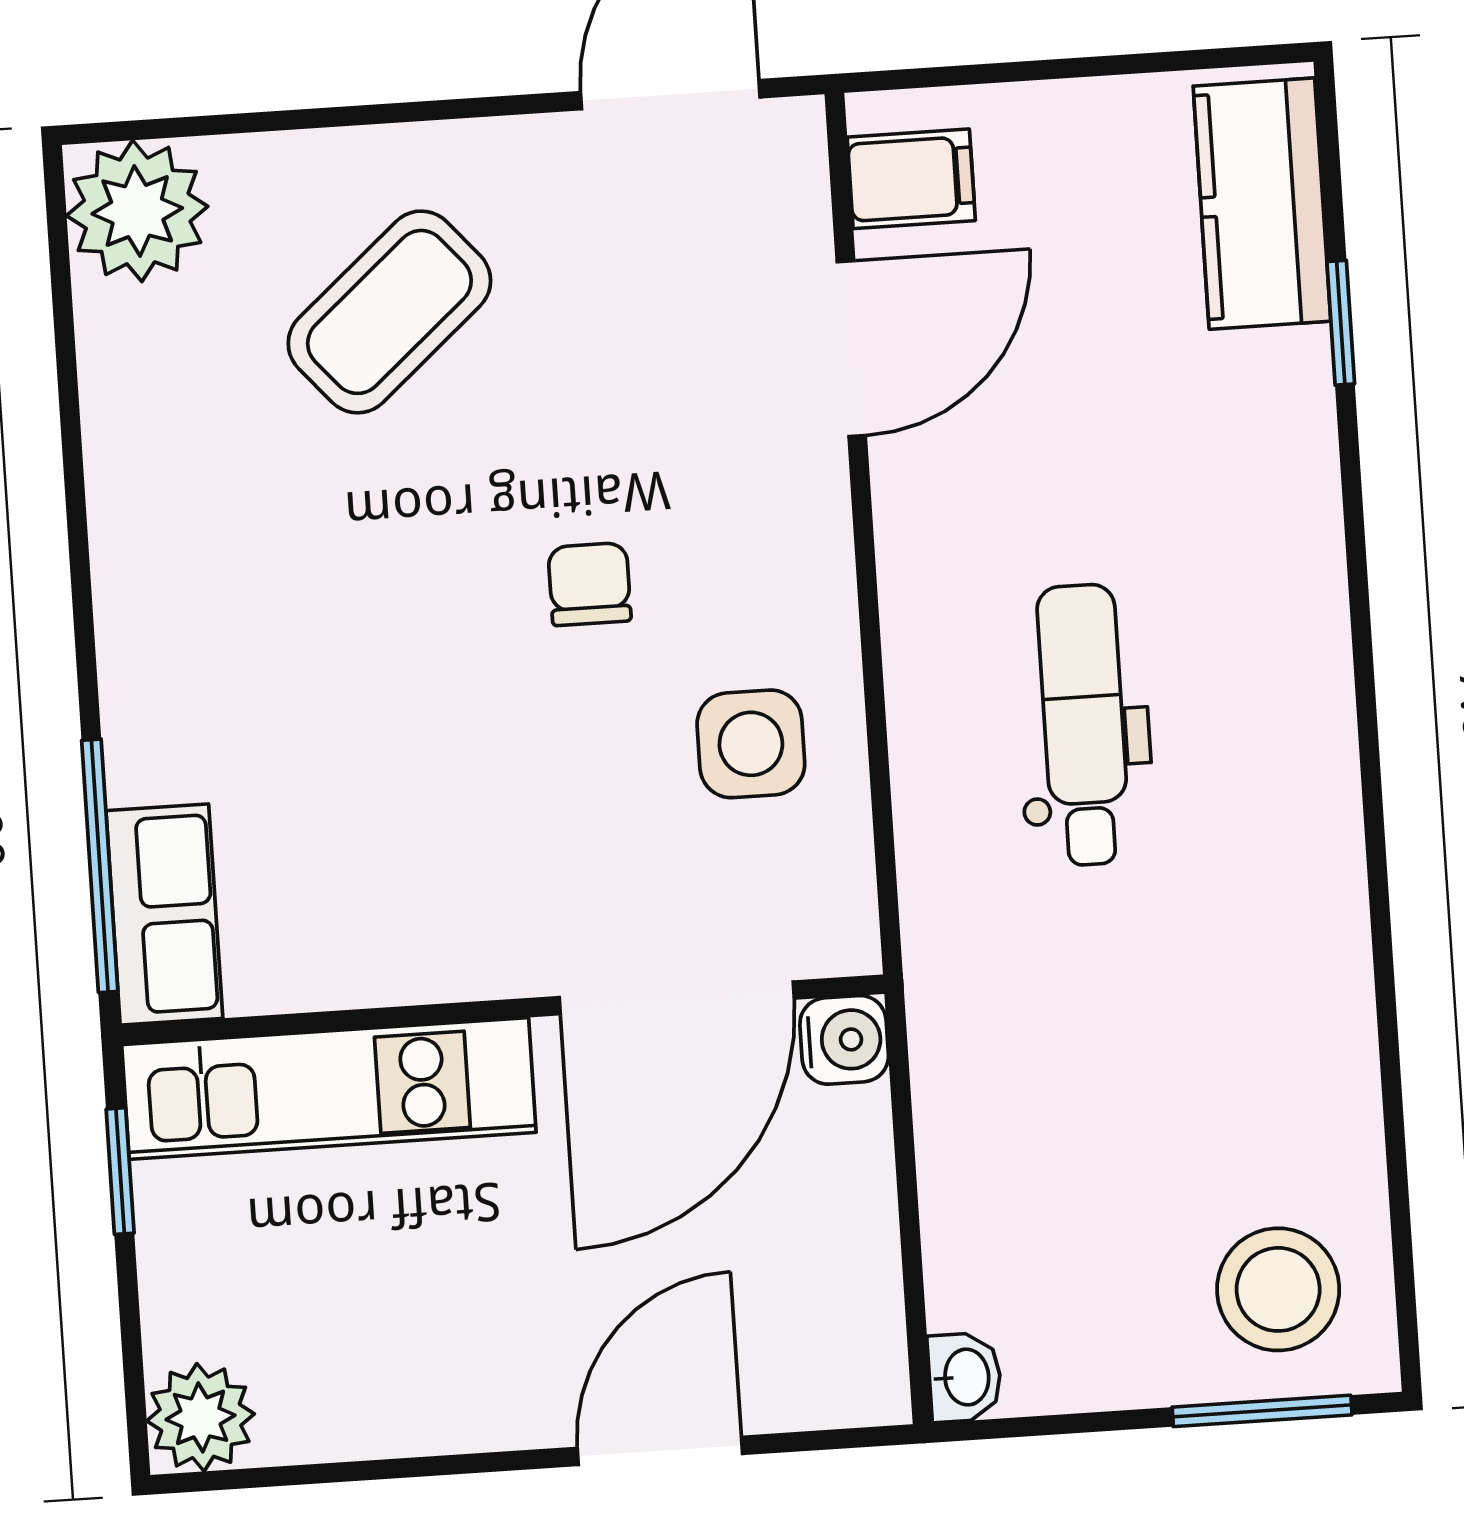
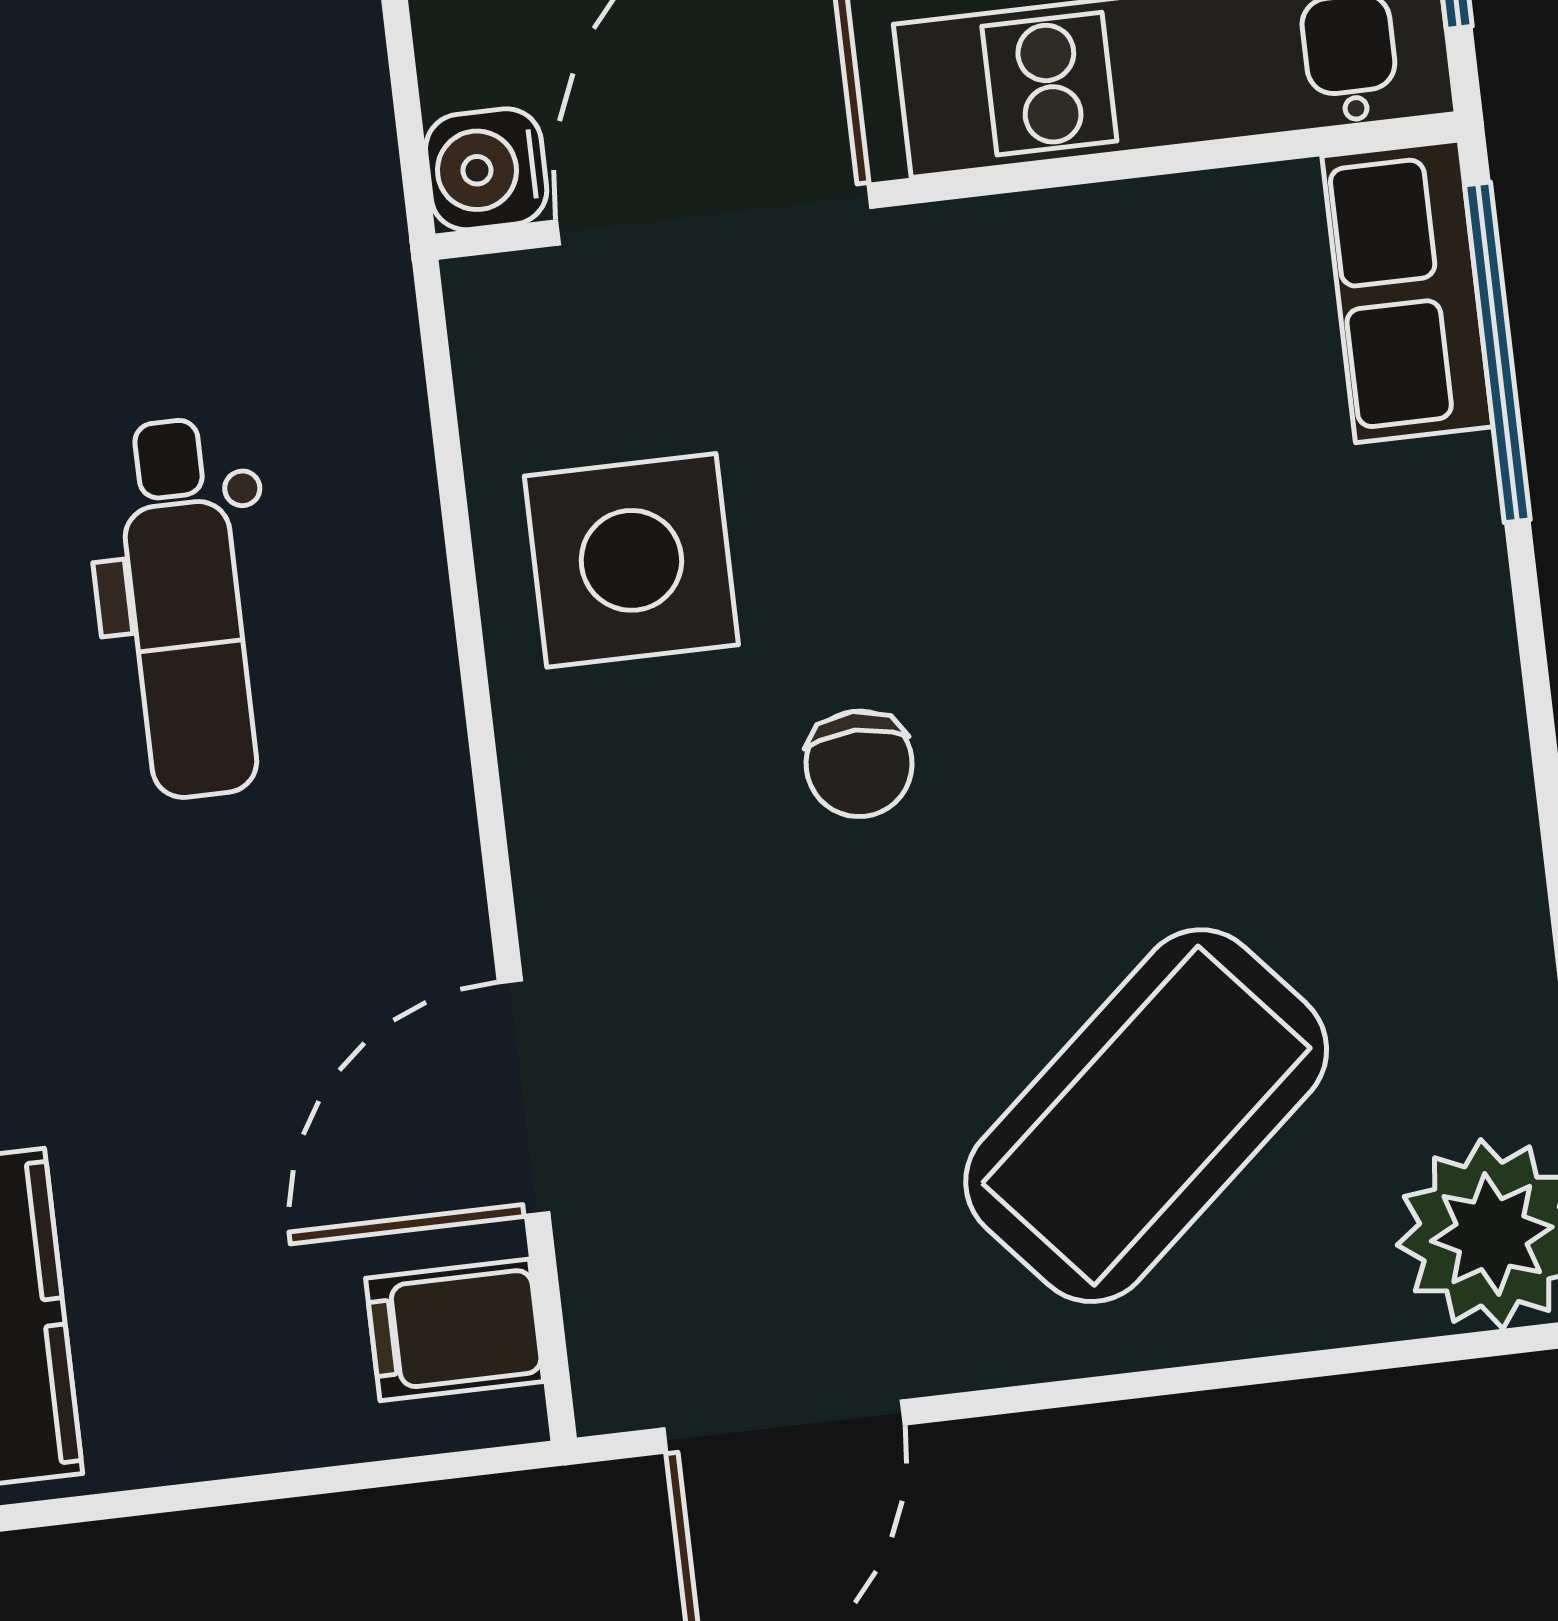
coffee table: (389, 312) -> (1146, 1116), width x1.36, depth x1.32
side table: (751, 744) -> (631, 560), width x1.37, depth x1.37

